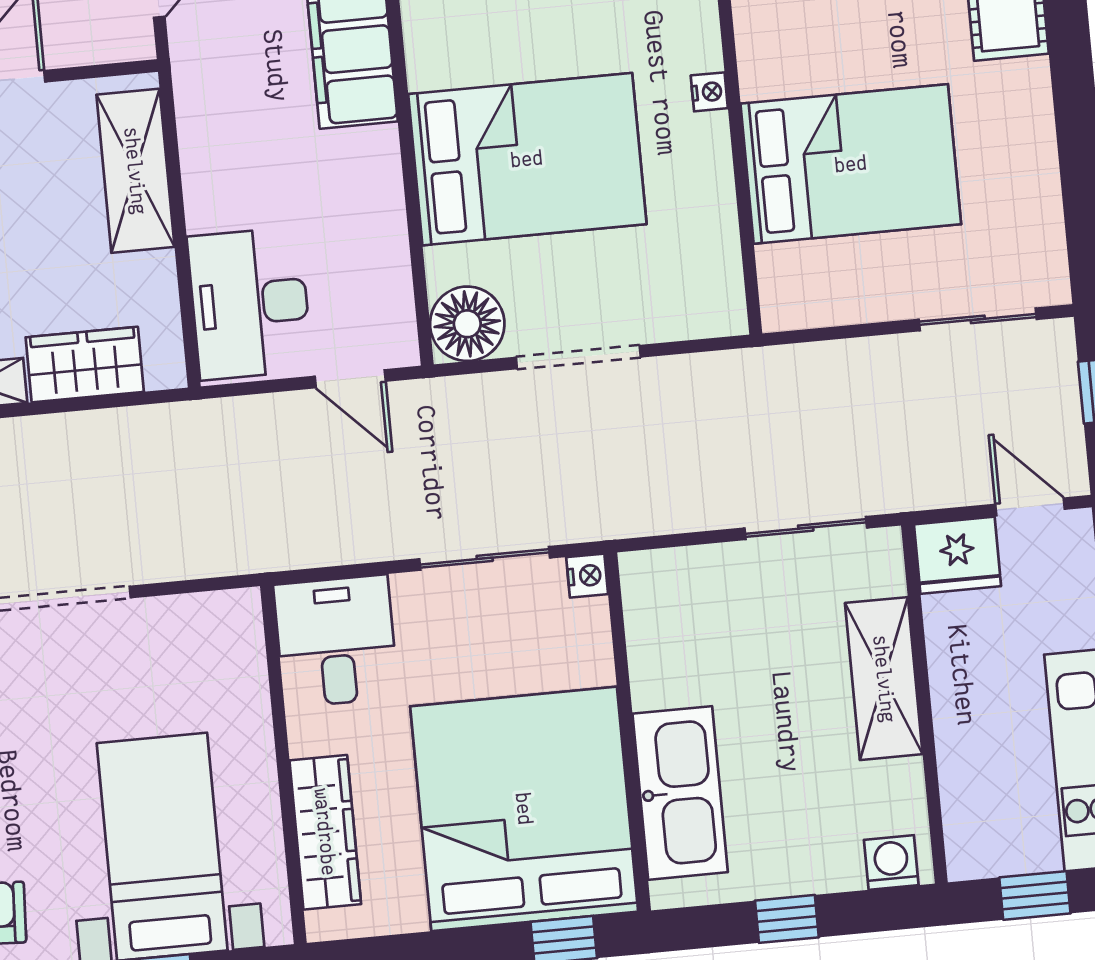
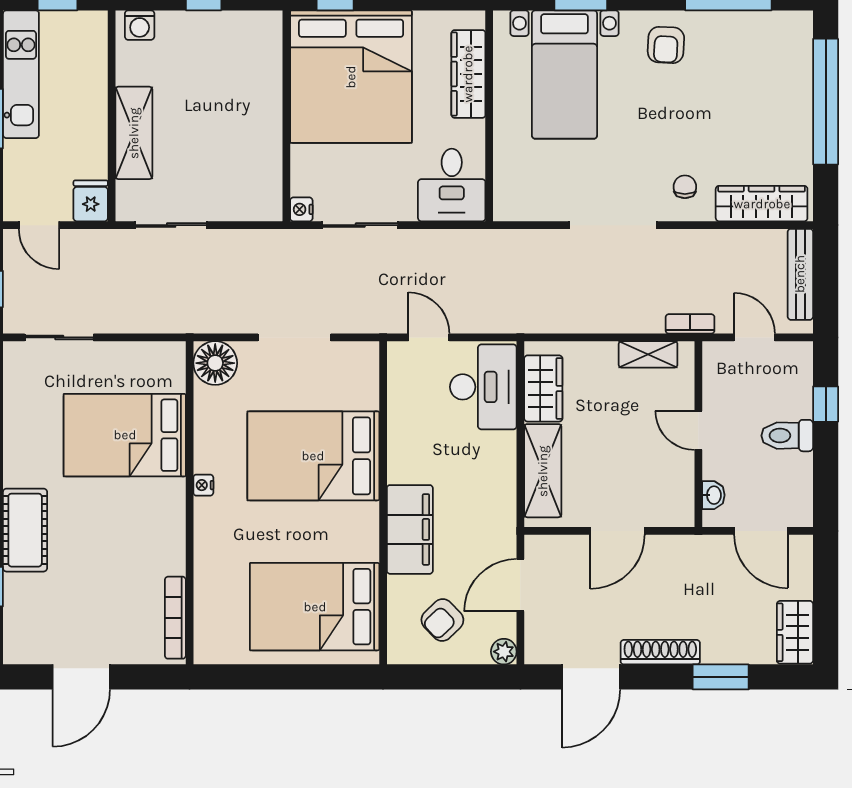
floor lamp: (467, 324) -> (215, 363), moved
wardrobe: (85, 365) -> (543, 388), moved, turned -90
fridge: (957, 555) -> (91, 201), width x0.72
kitchen sink: (680, 793) -> (259, 77), removed

